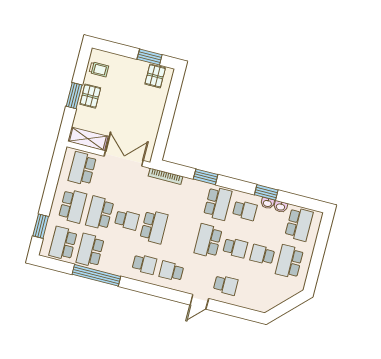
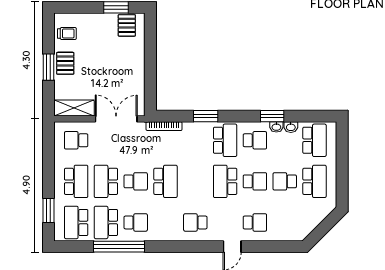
school desk: (82, 169) -> (76, 140), width x0.54
school desk: (289, 262) -> (315, 181), turned 180
school desk: (144, 264) -> (136, 222), moved

